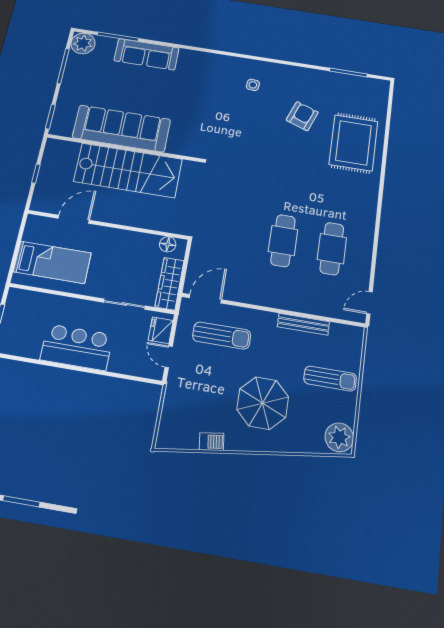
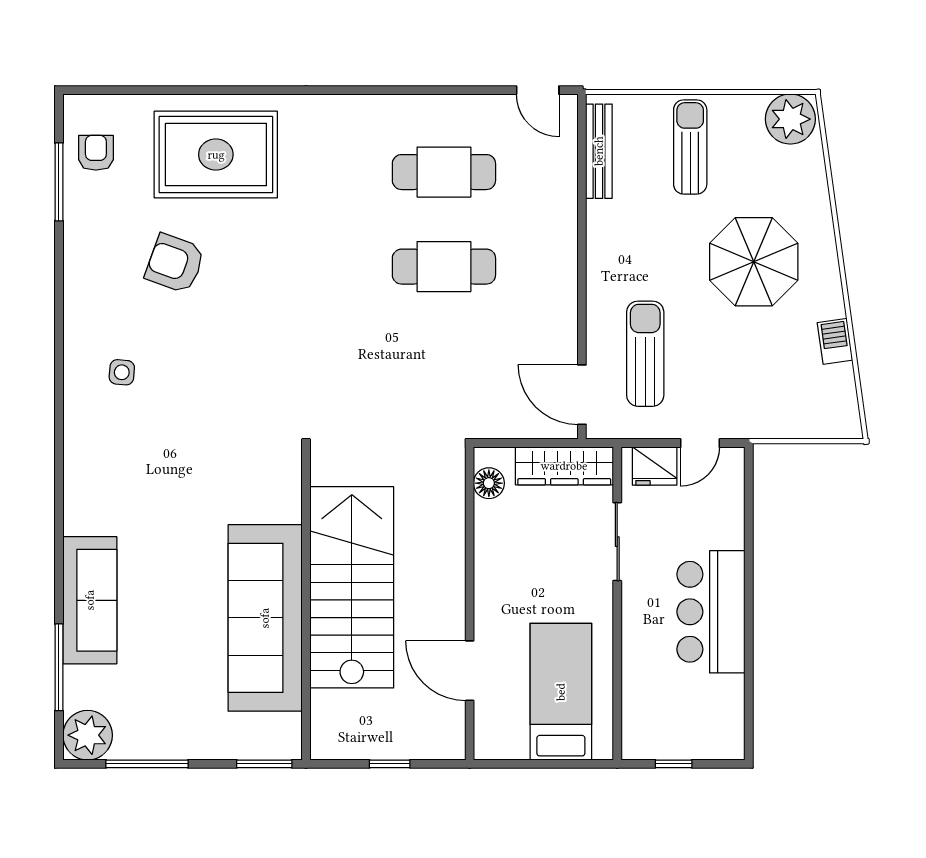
armchair: (360, 90) -> (96, 153), added
bench: (303, 324) -> (599, 151), moved

